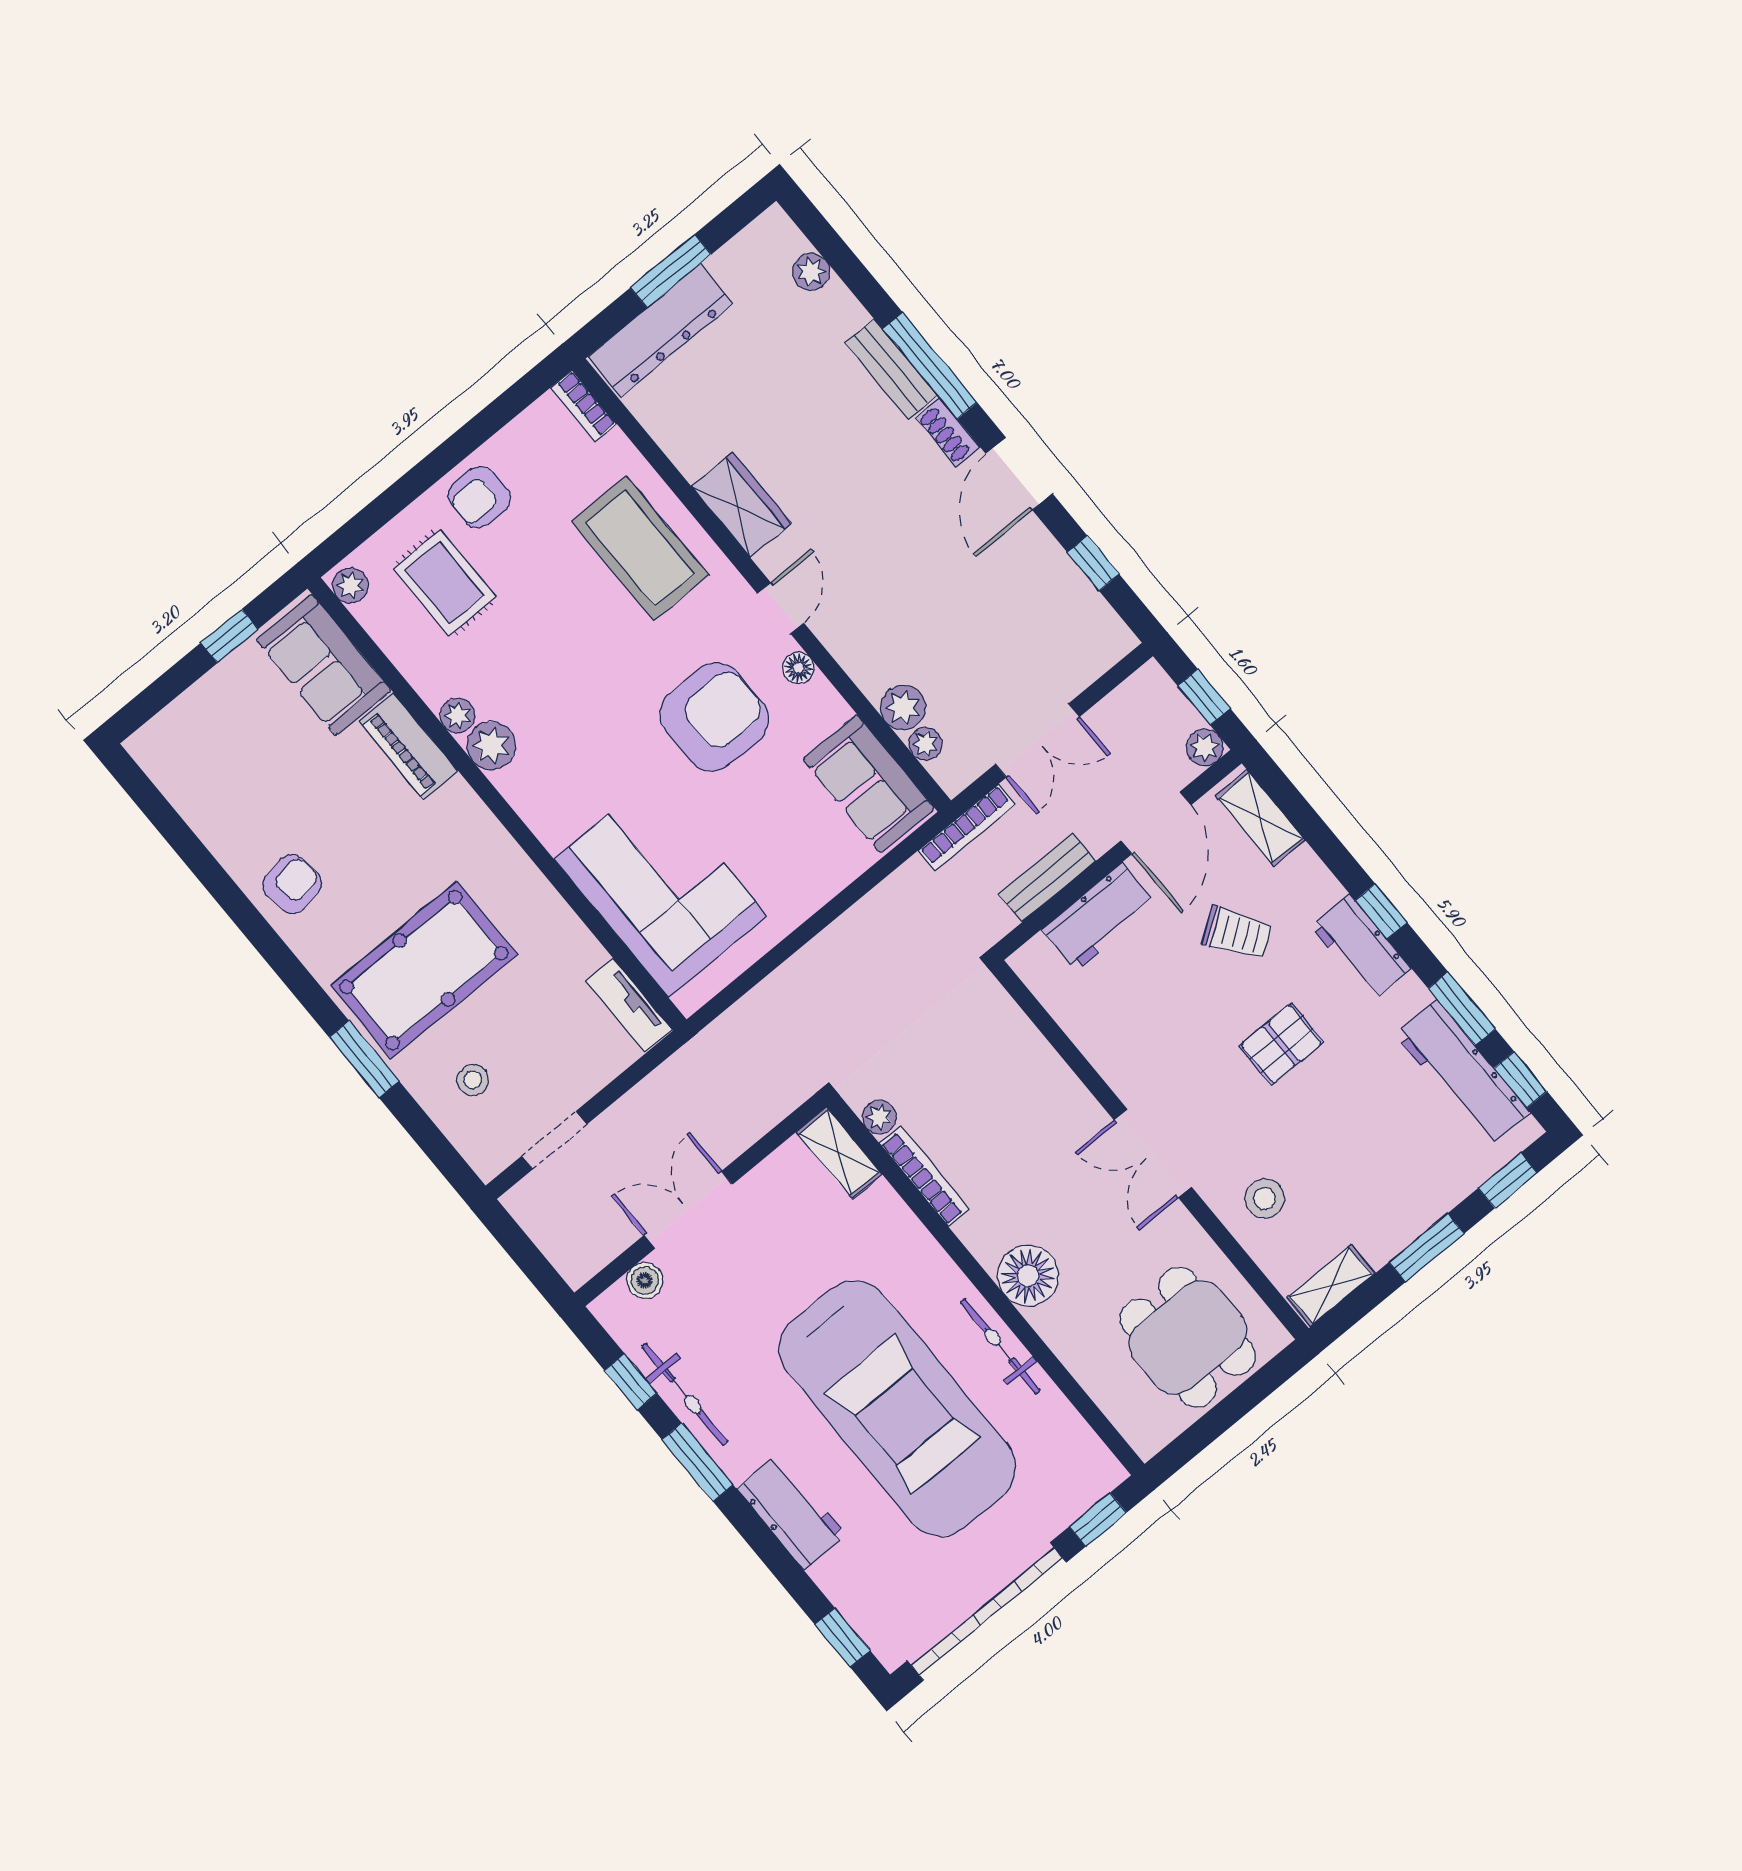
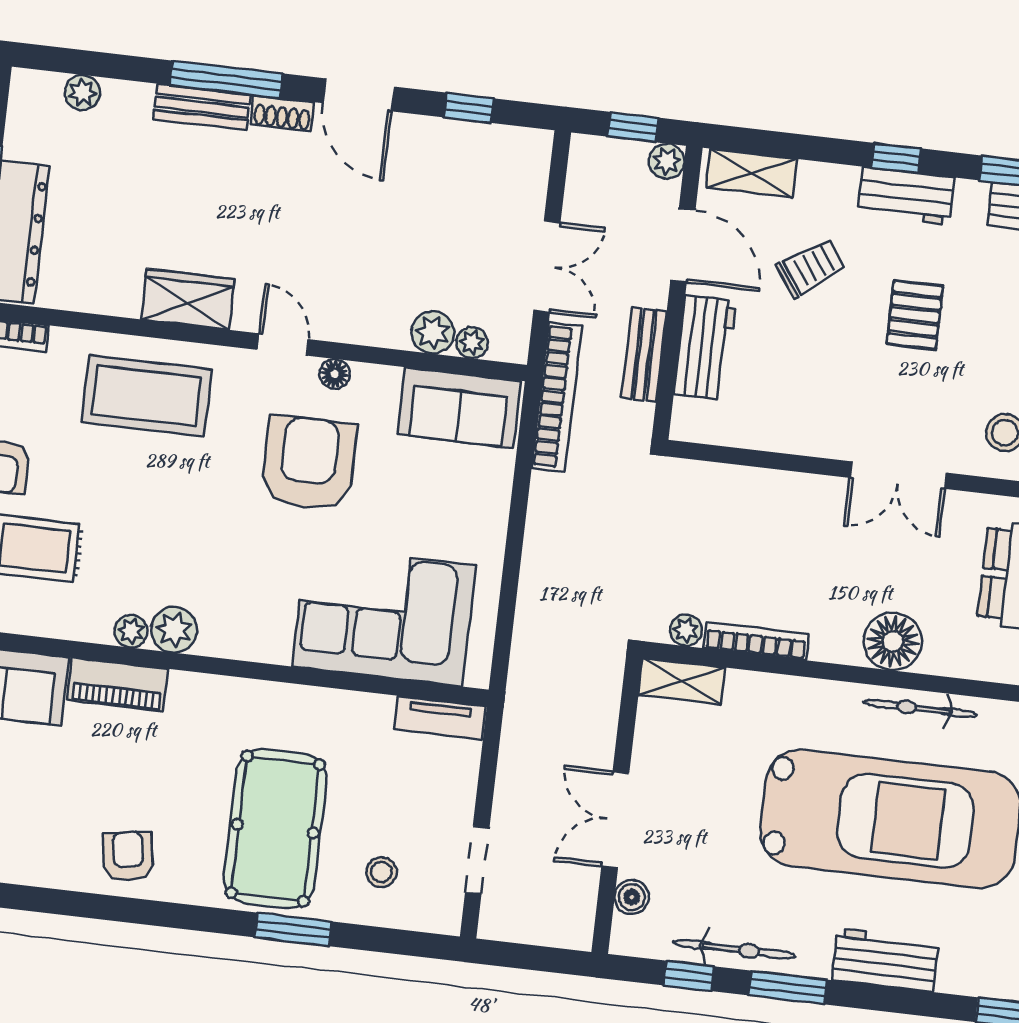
bookcase: (967, 827) -> (557, 397), width x1.48, depth x1.31

